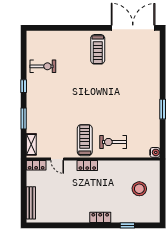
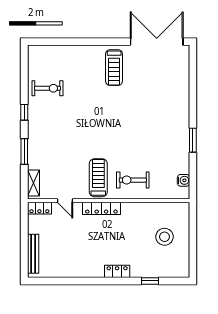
water cooler: (155, 152) -> (183, 180), moved
locker: (87, 165) -> (101, 208), width x1.53

